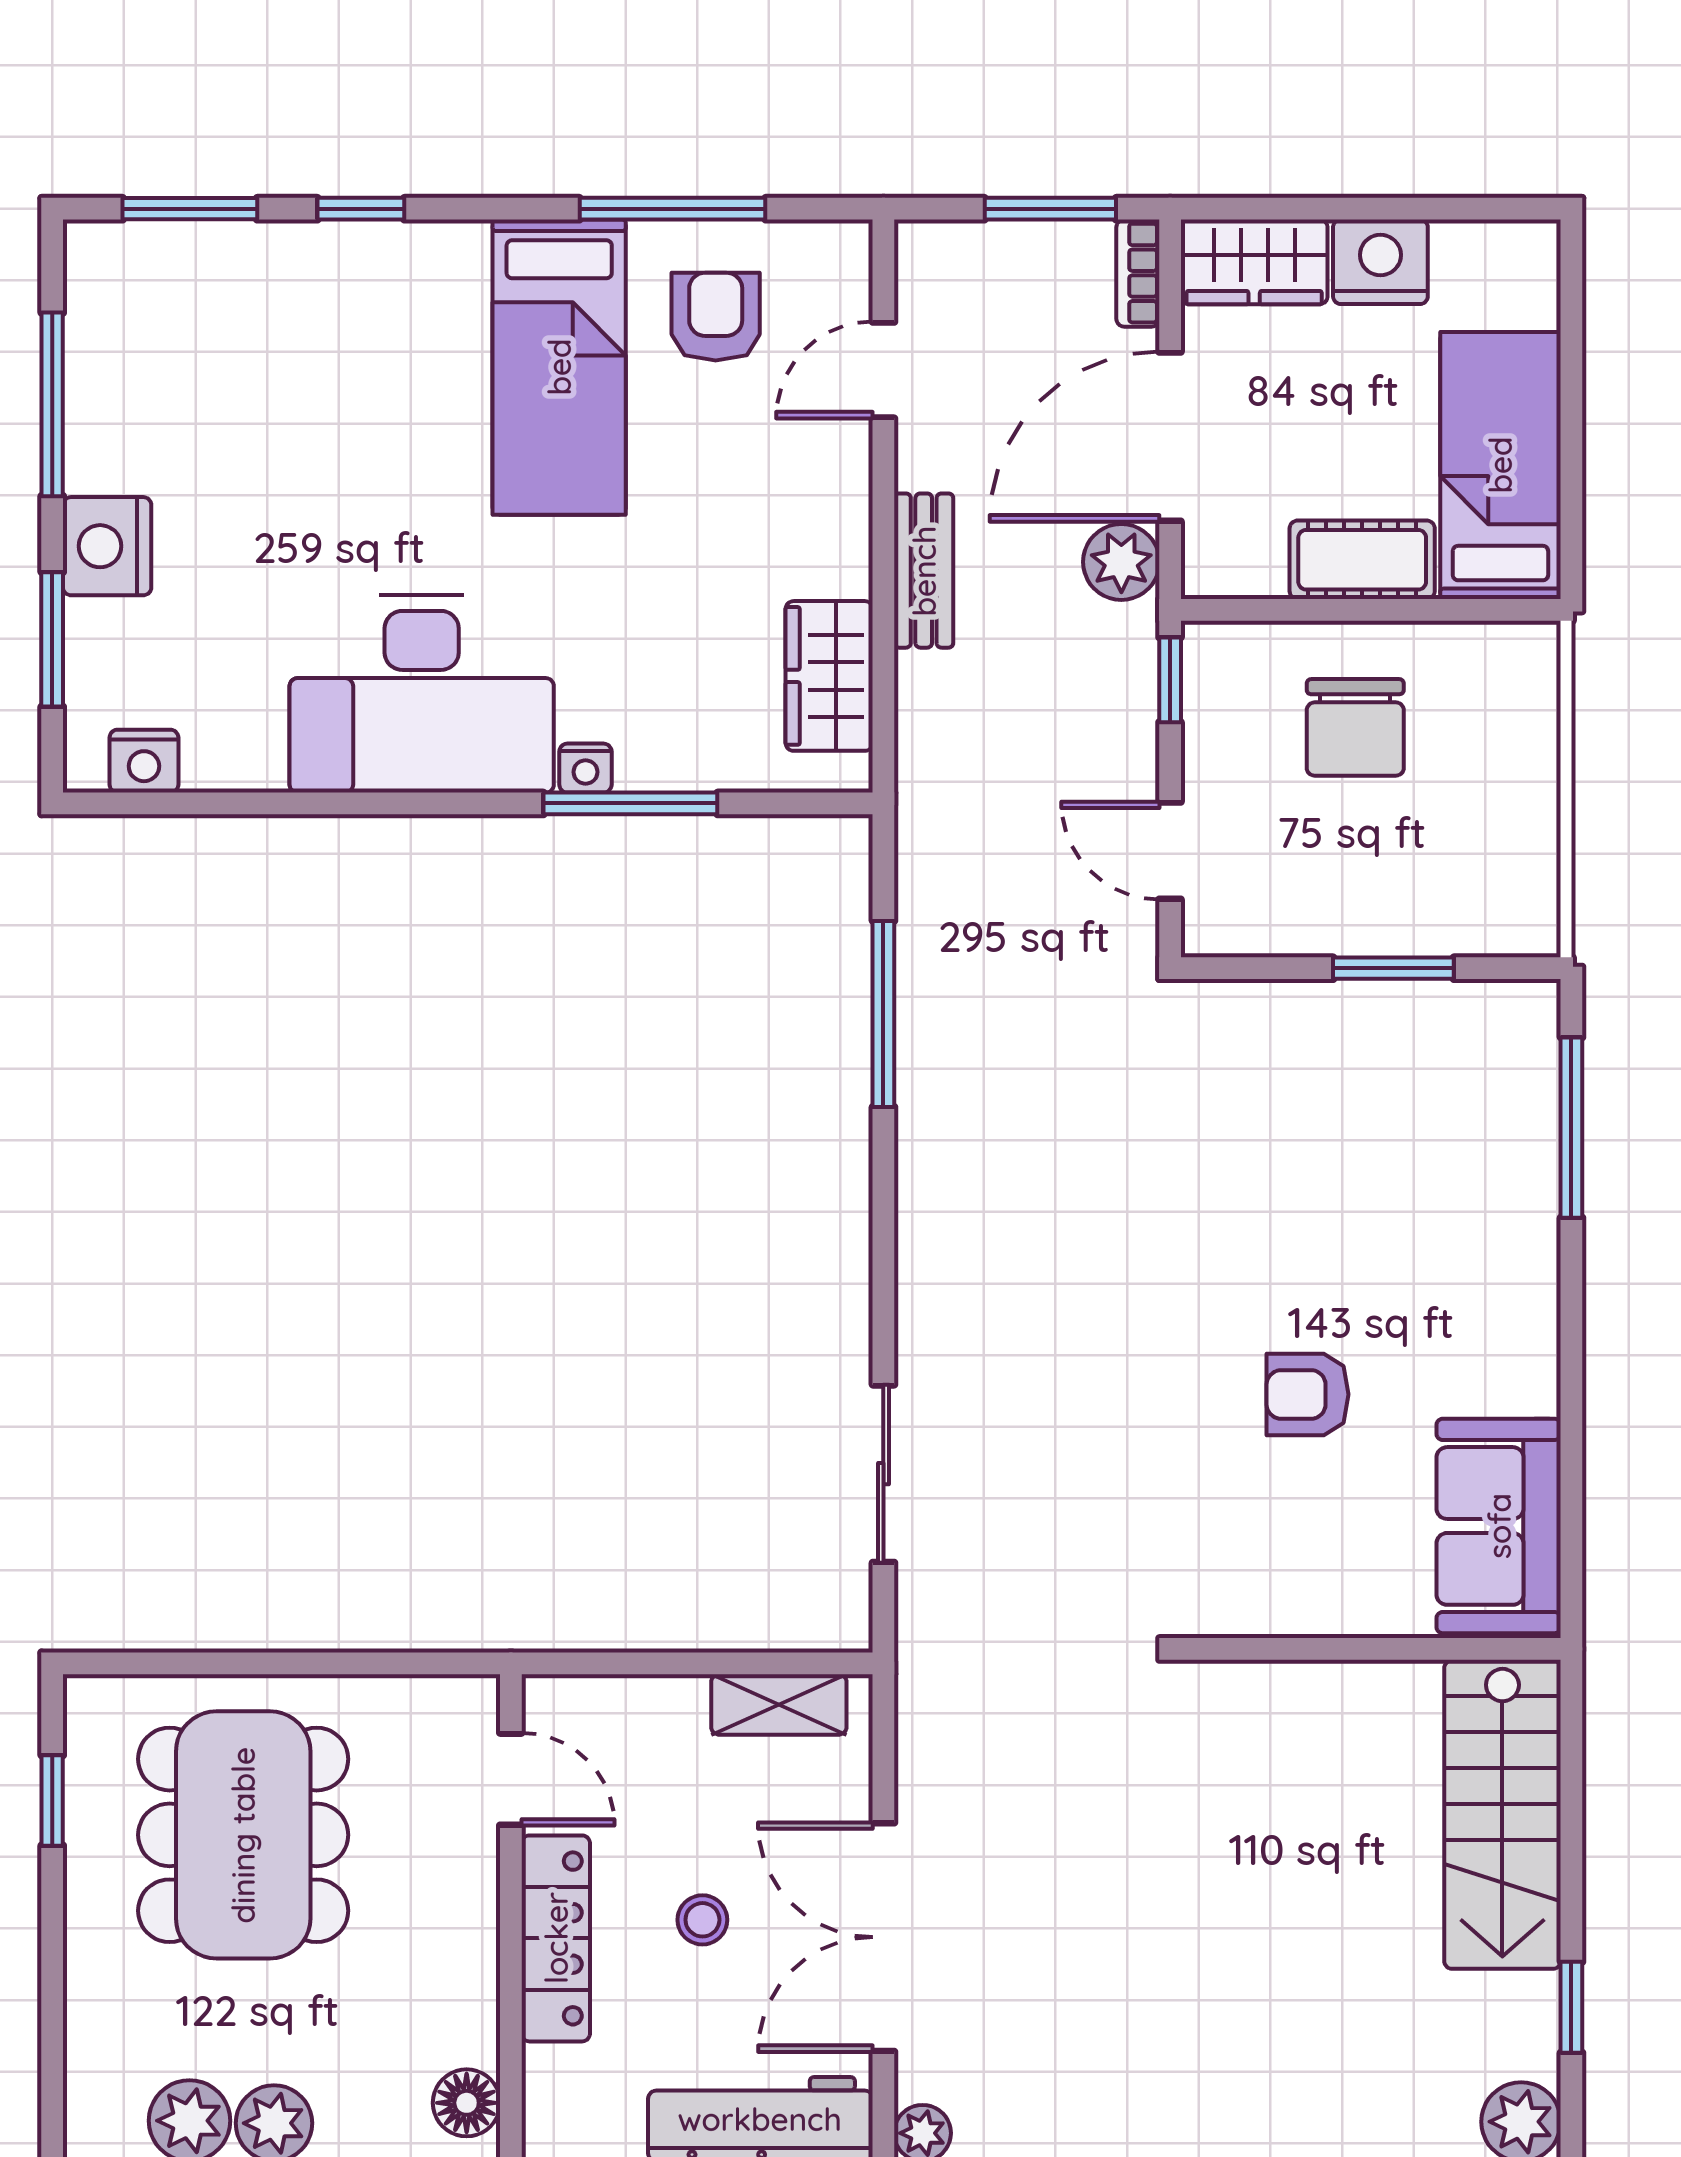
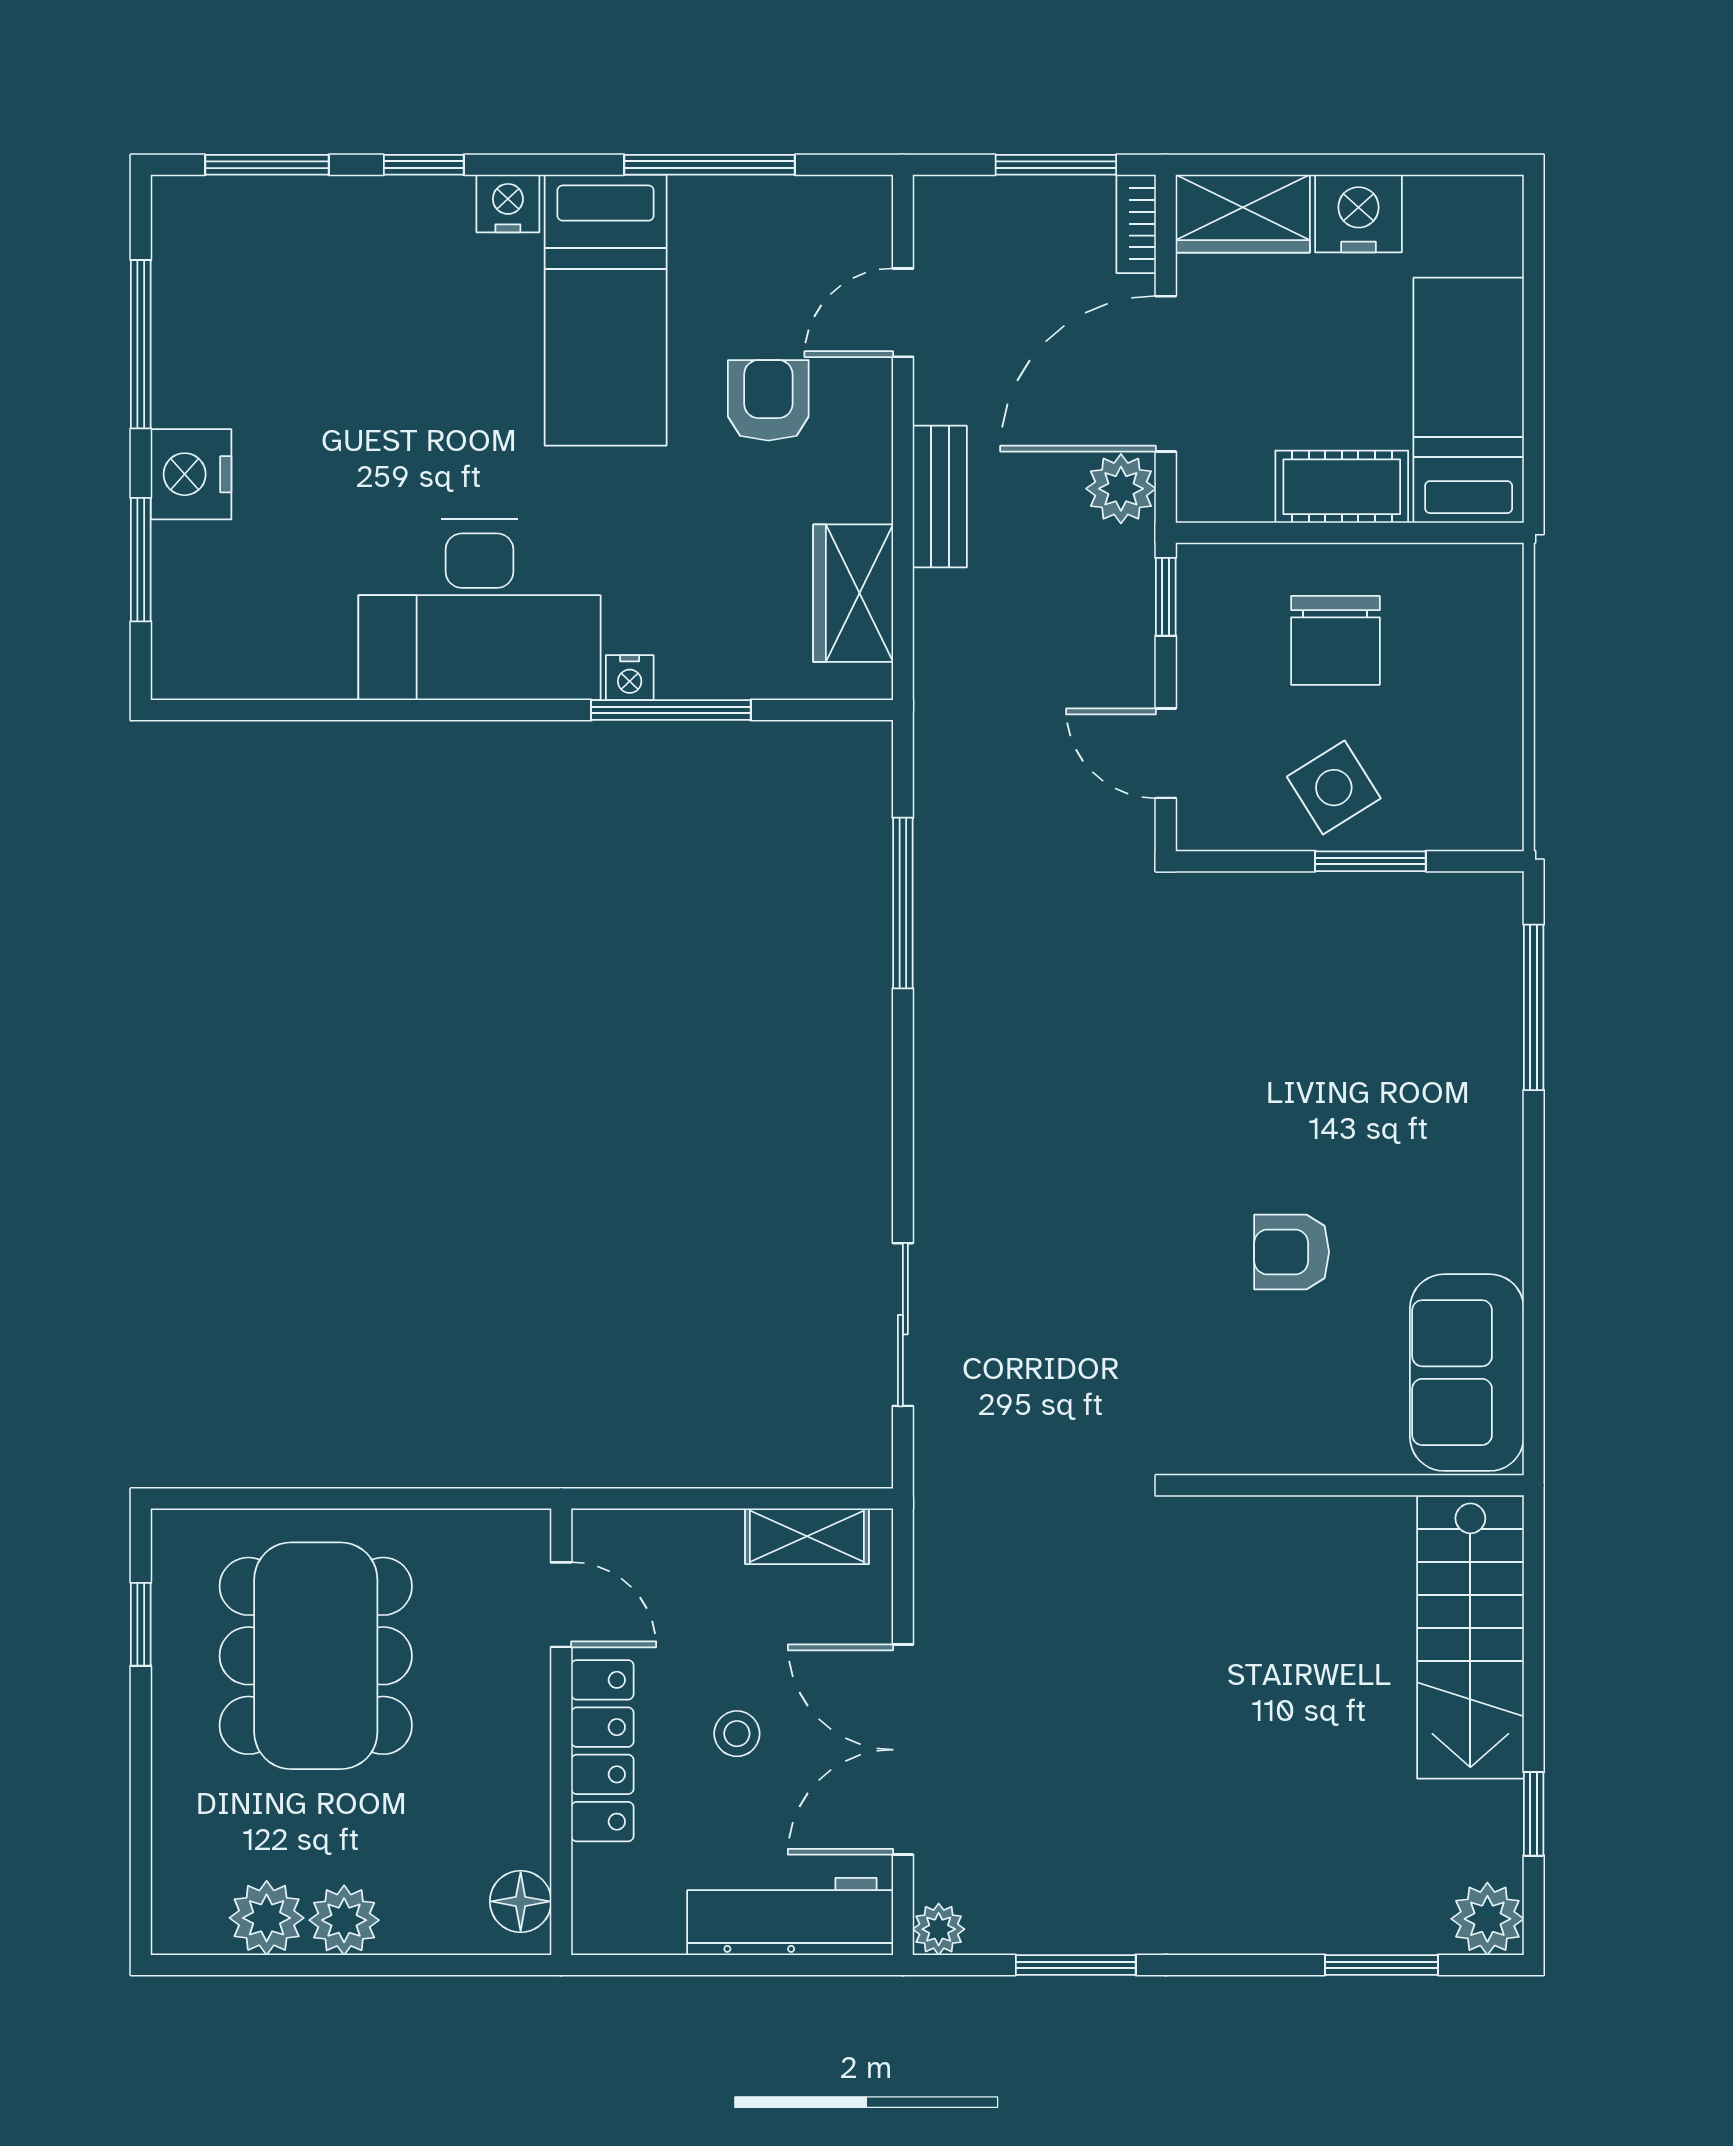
armchair: (716, 317) -> (768, 400), moved
nightstand: (144, 761) -> (508, 204), moved, turned 180
side table: (1353, 888) -> (1334, 788), added

